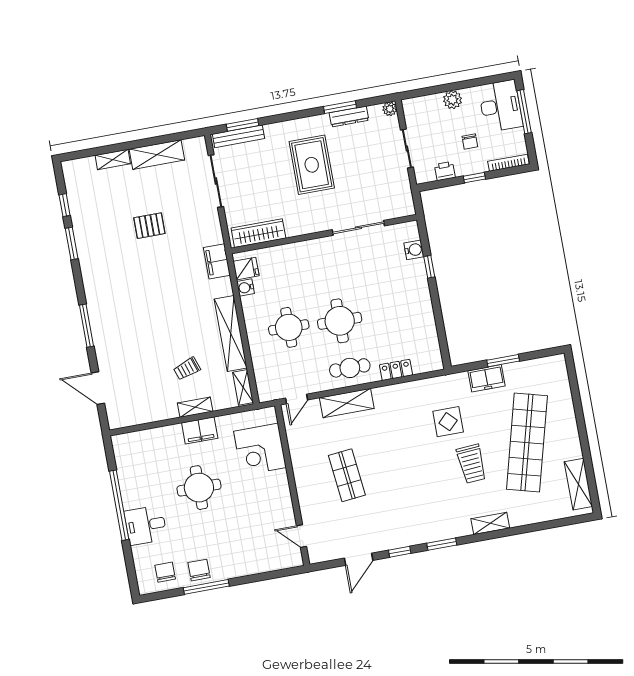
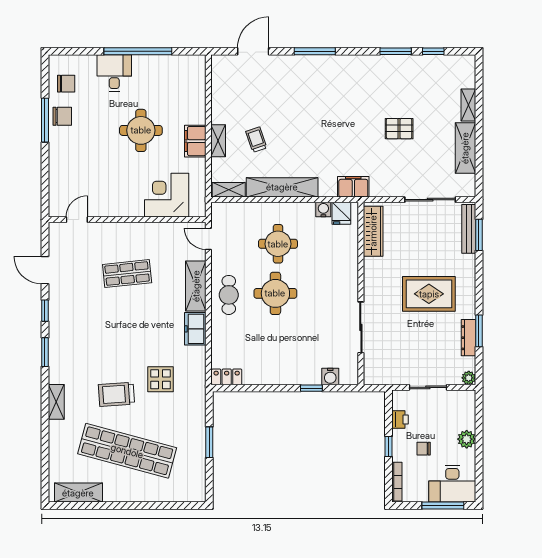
pallet: (149, 226) -> (399, 129), turned 90
locker: (396, 370) -> (227, 377), moved, turned -90
freezer: (487, 378) -> (195, 329), moved

